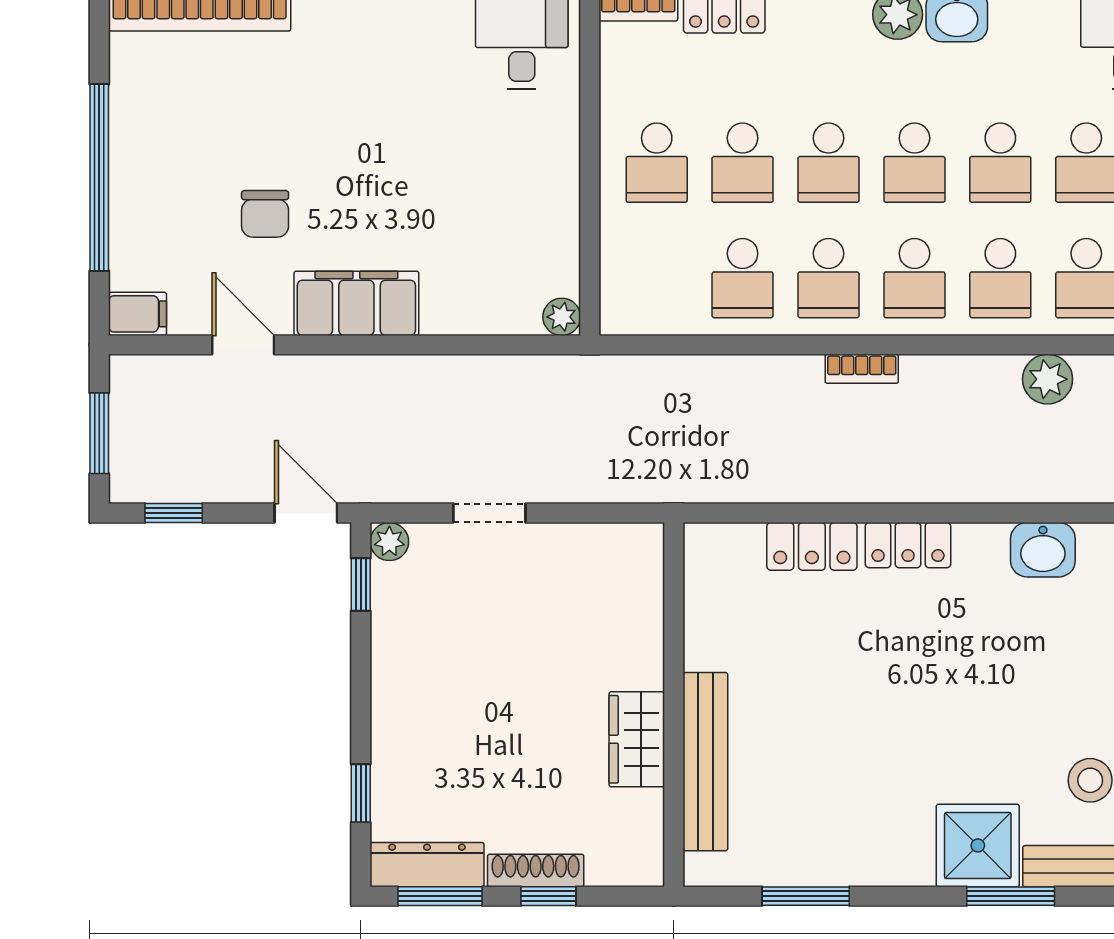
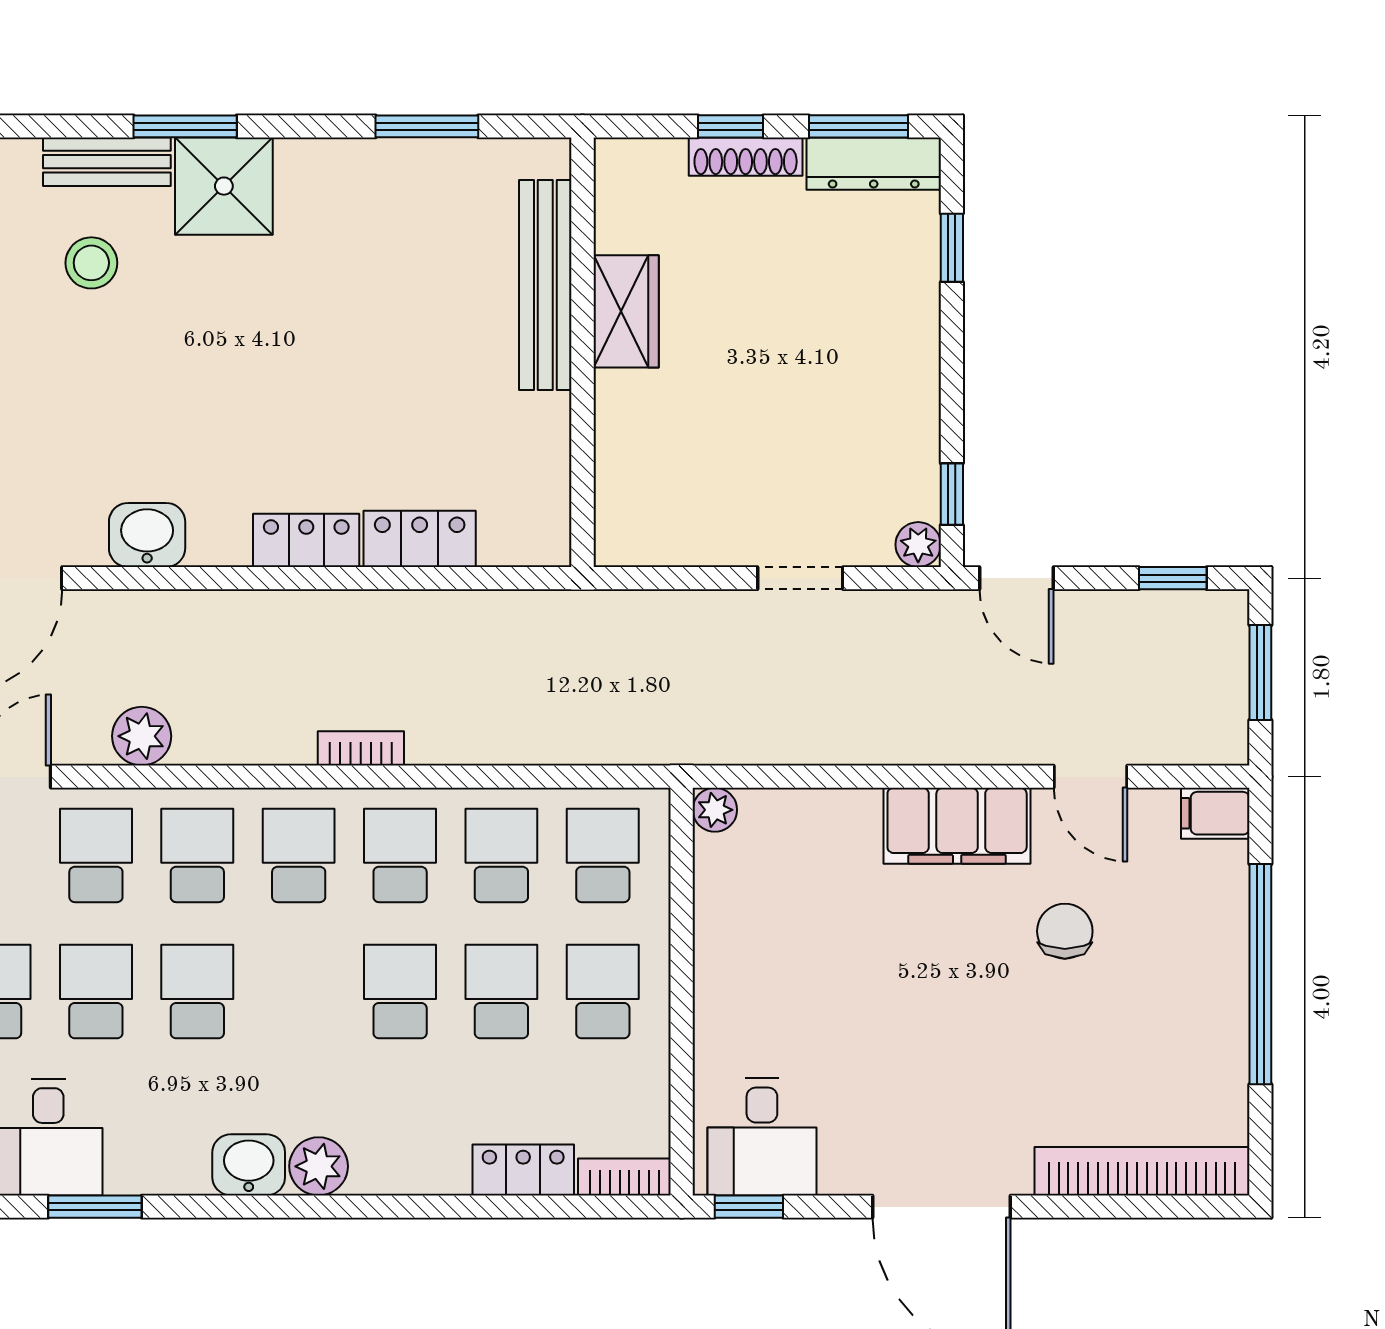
school desk: (914, 163) -> (603, 855), moved

